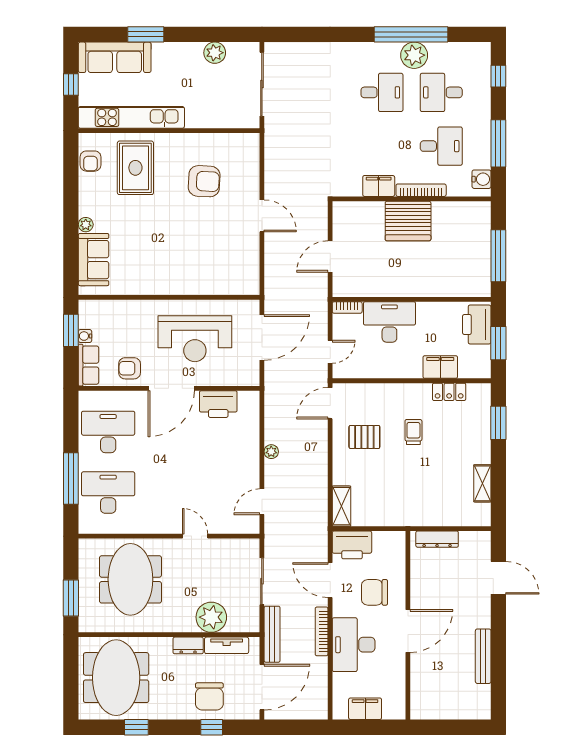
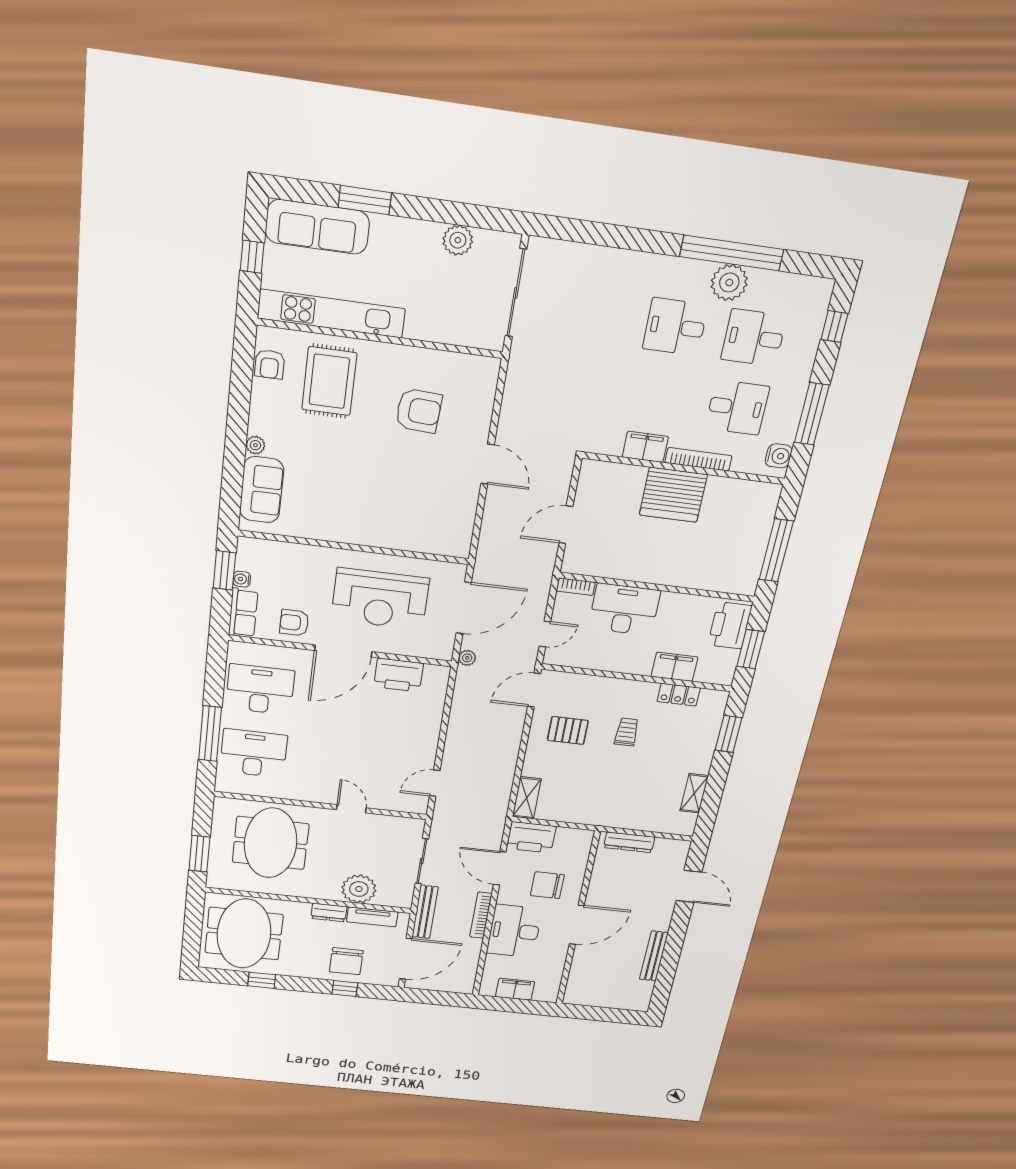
desk: (382, 92) -> (675, 327), turned 180
plant: (271, 452) -> (467, 658), moved

